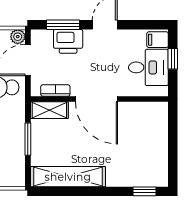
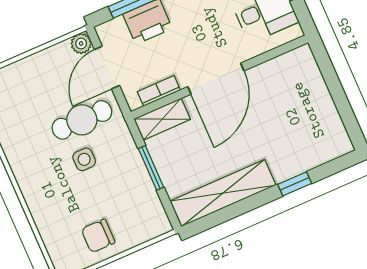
door: (97, 99) -> (216, 79), hinge flipped
window: (144, 191) -> (295, 184), moved

